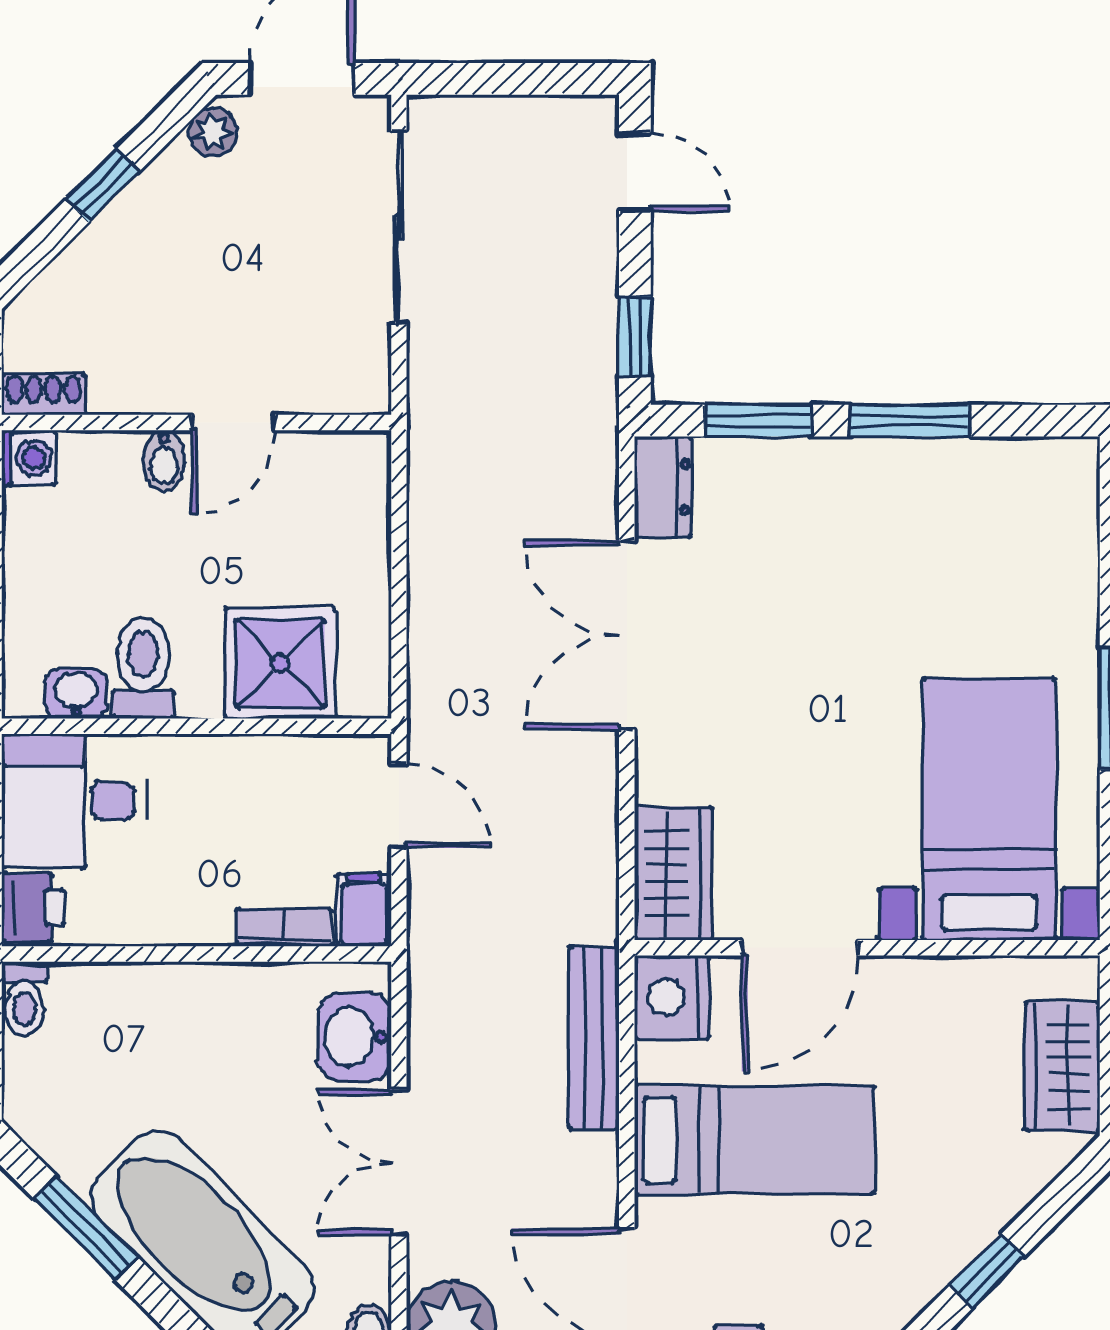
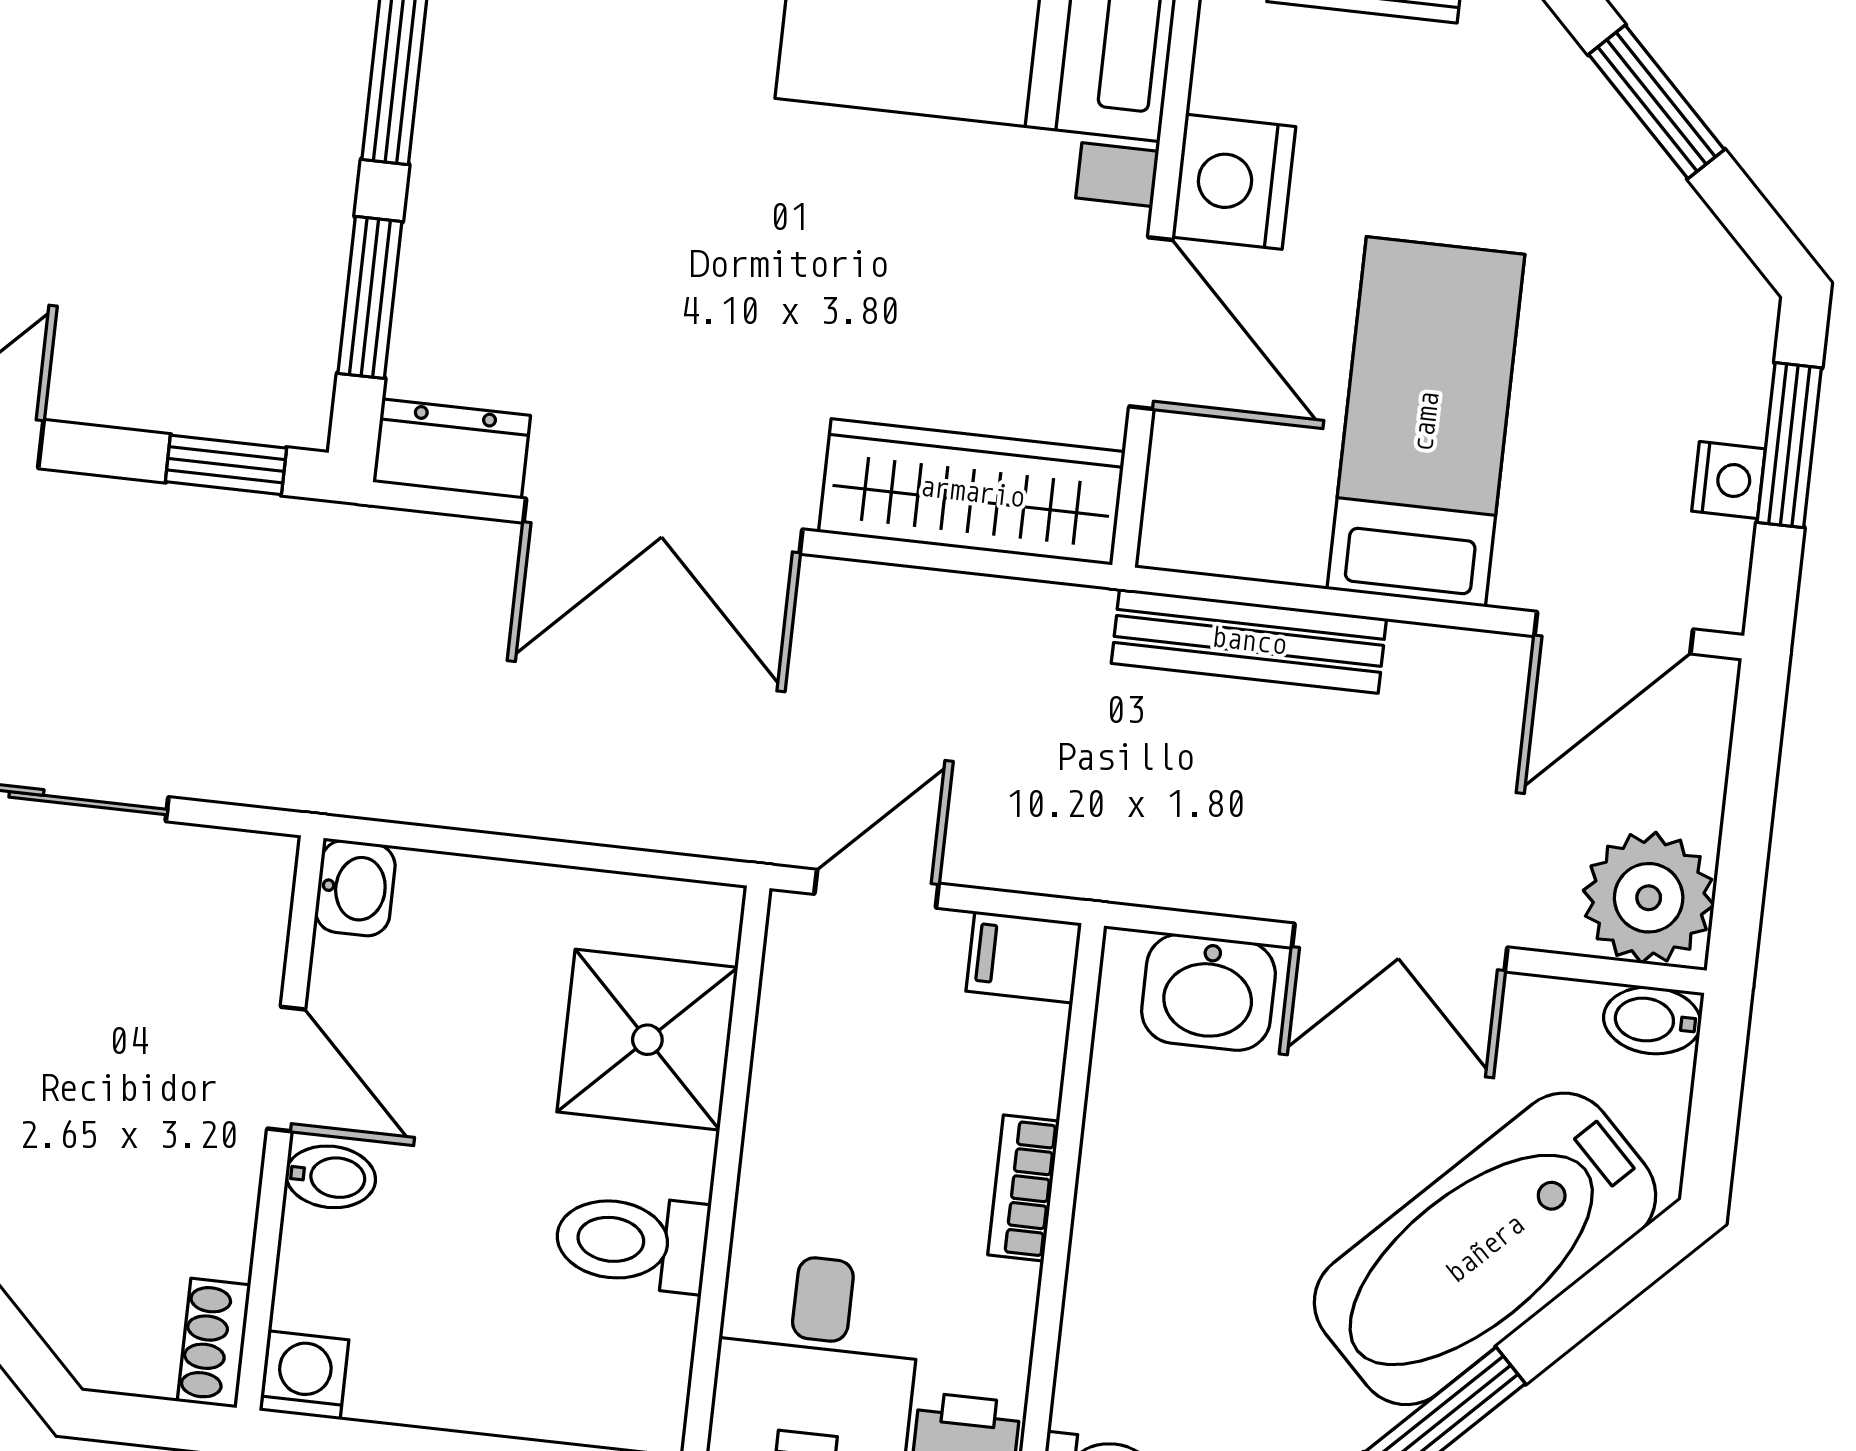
washbasin: (76, 693) -> (355, 888), moved, turned 180
wardrobe: (673, 873) -> (972, 492), width x1.50
bookcase: (284, 927) -> (1024, 1188), moved
nightstand: (672, 997) -> (1234, 182), moved, turned 90
window: (987, 1271) -> (1657, 102), width x1.50

